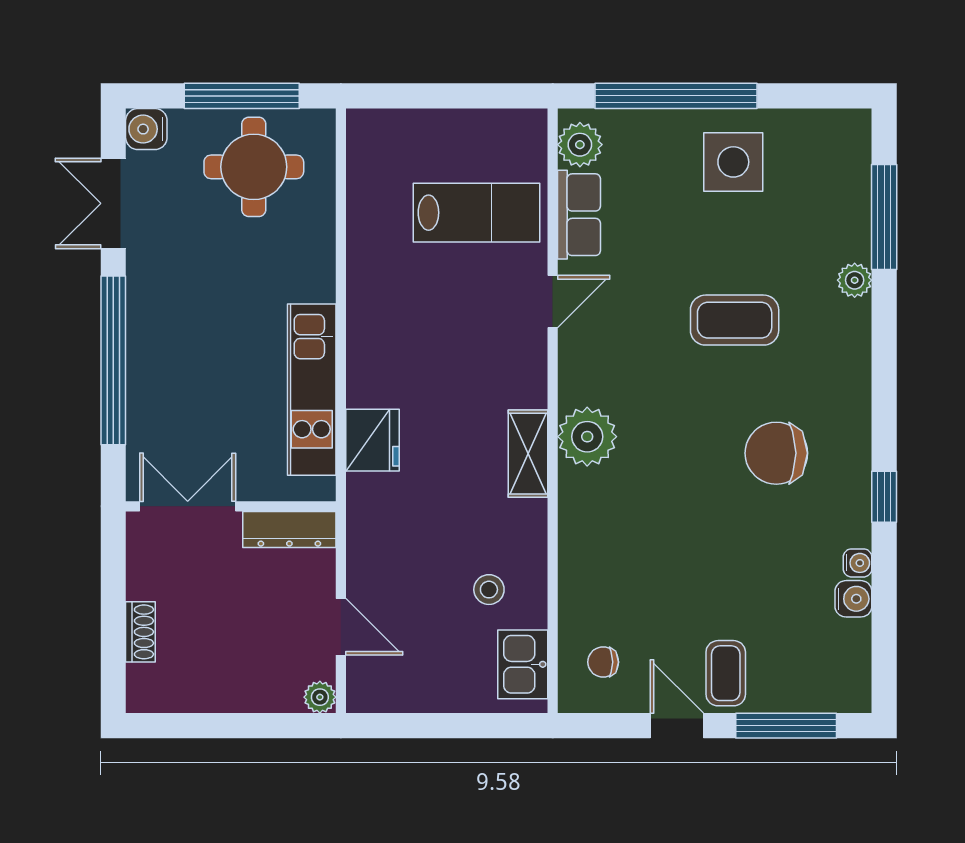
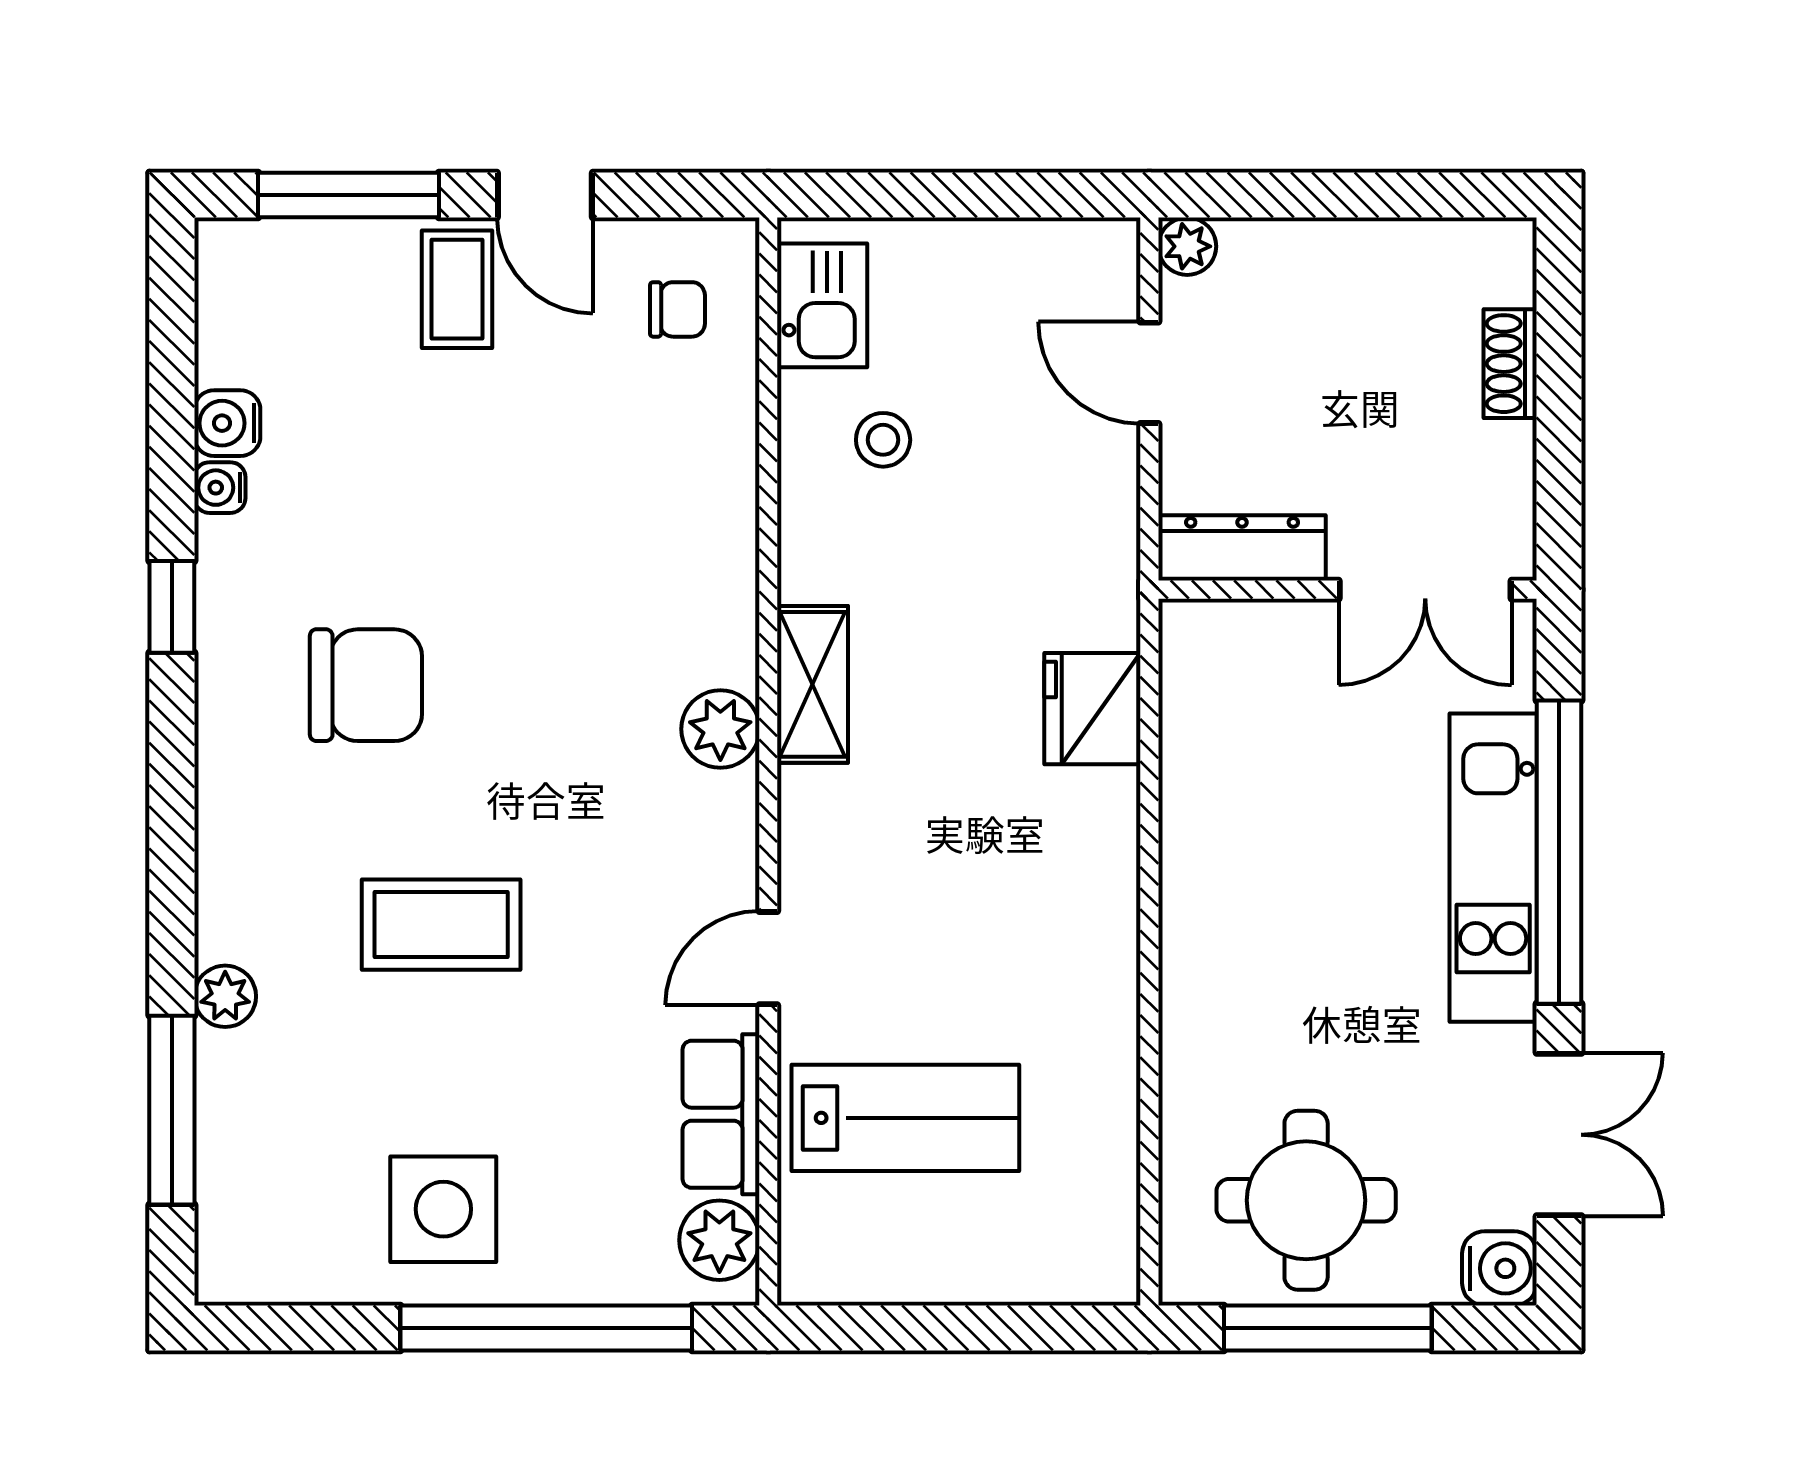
lab bench: (477, 213) -> (905, 1118), turned 180
kitchen unit: (312, 390) -> (1493, 868), moved, turned 180
plant: (587, 437) -> (720, 729), width x0.73, depth x0.73

